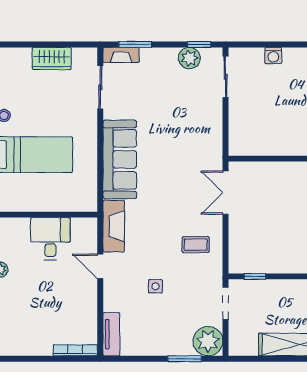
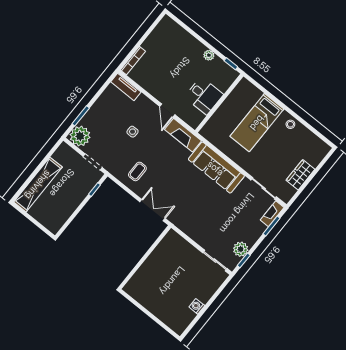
washing machine: (273, 56) -> (197, 306), moved
door: (100, 266) -> (167, 111), swing flipped

